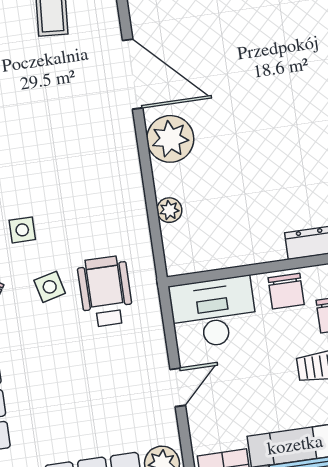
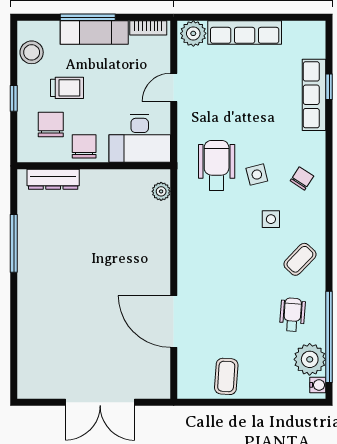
plant: (170, 139) -> (153, 270), removed
plant: (169, 210) -> (161, 191), moved
wheelchair: (105, 291) -> (217, 165), turned 180

